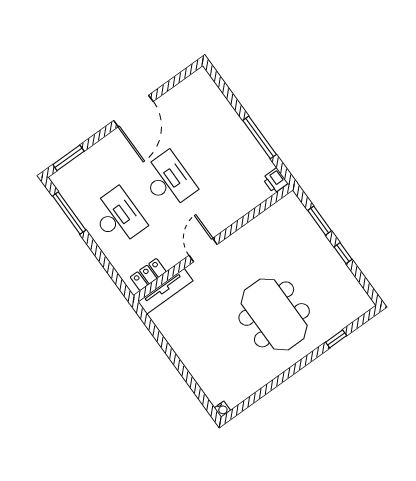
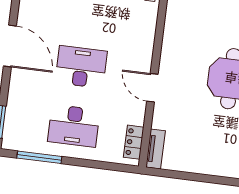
desk: (118, 217) -> (74, 126), turned 180
tv unit: (165, 291) -> (156, 149), width x0.71

